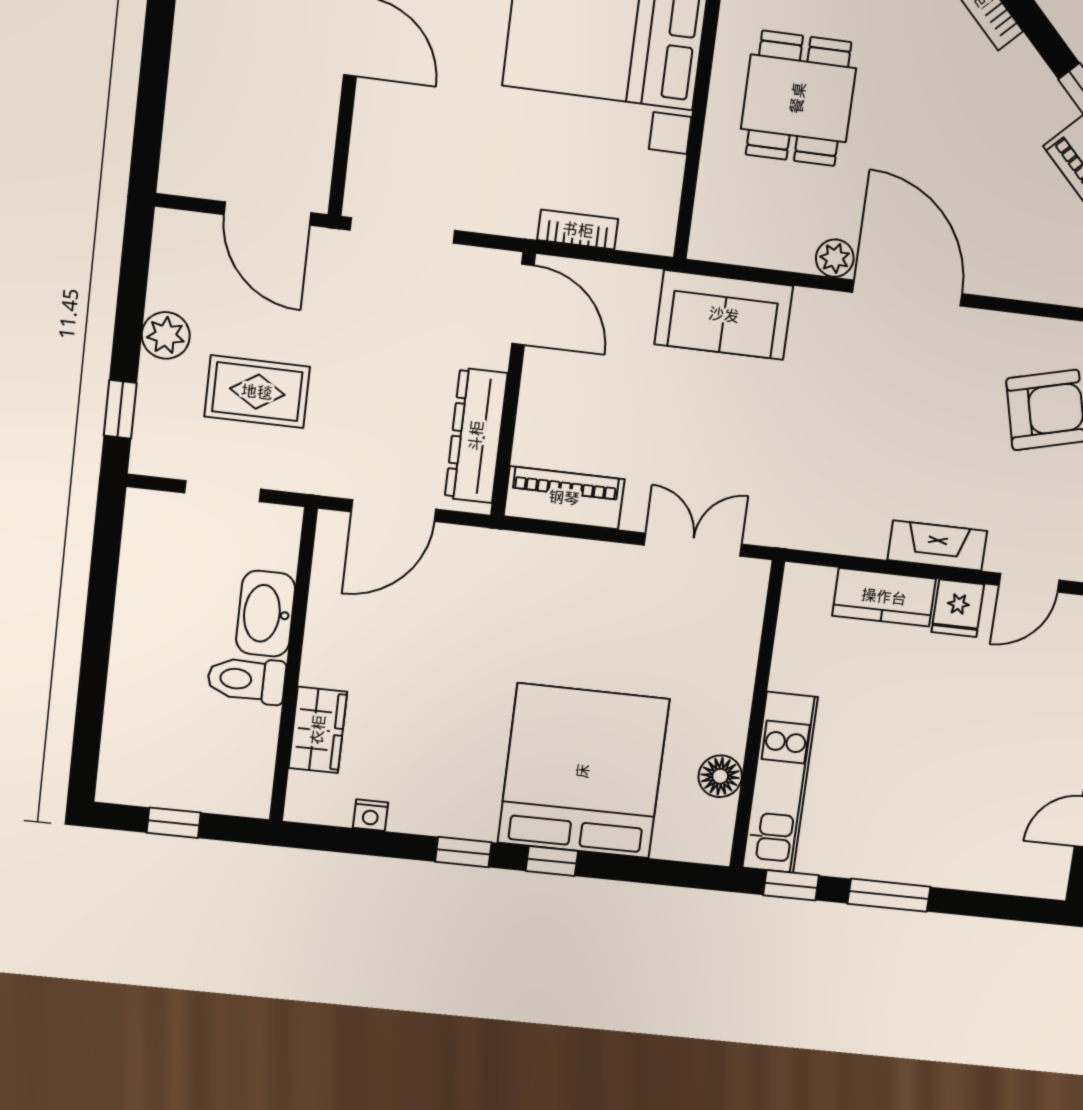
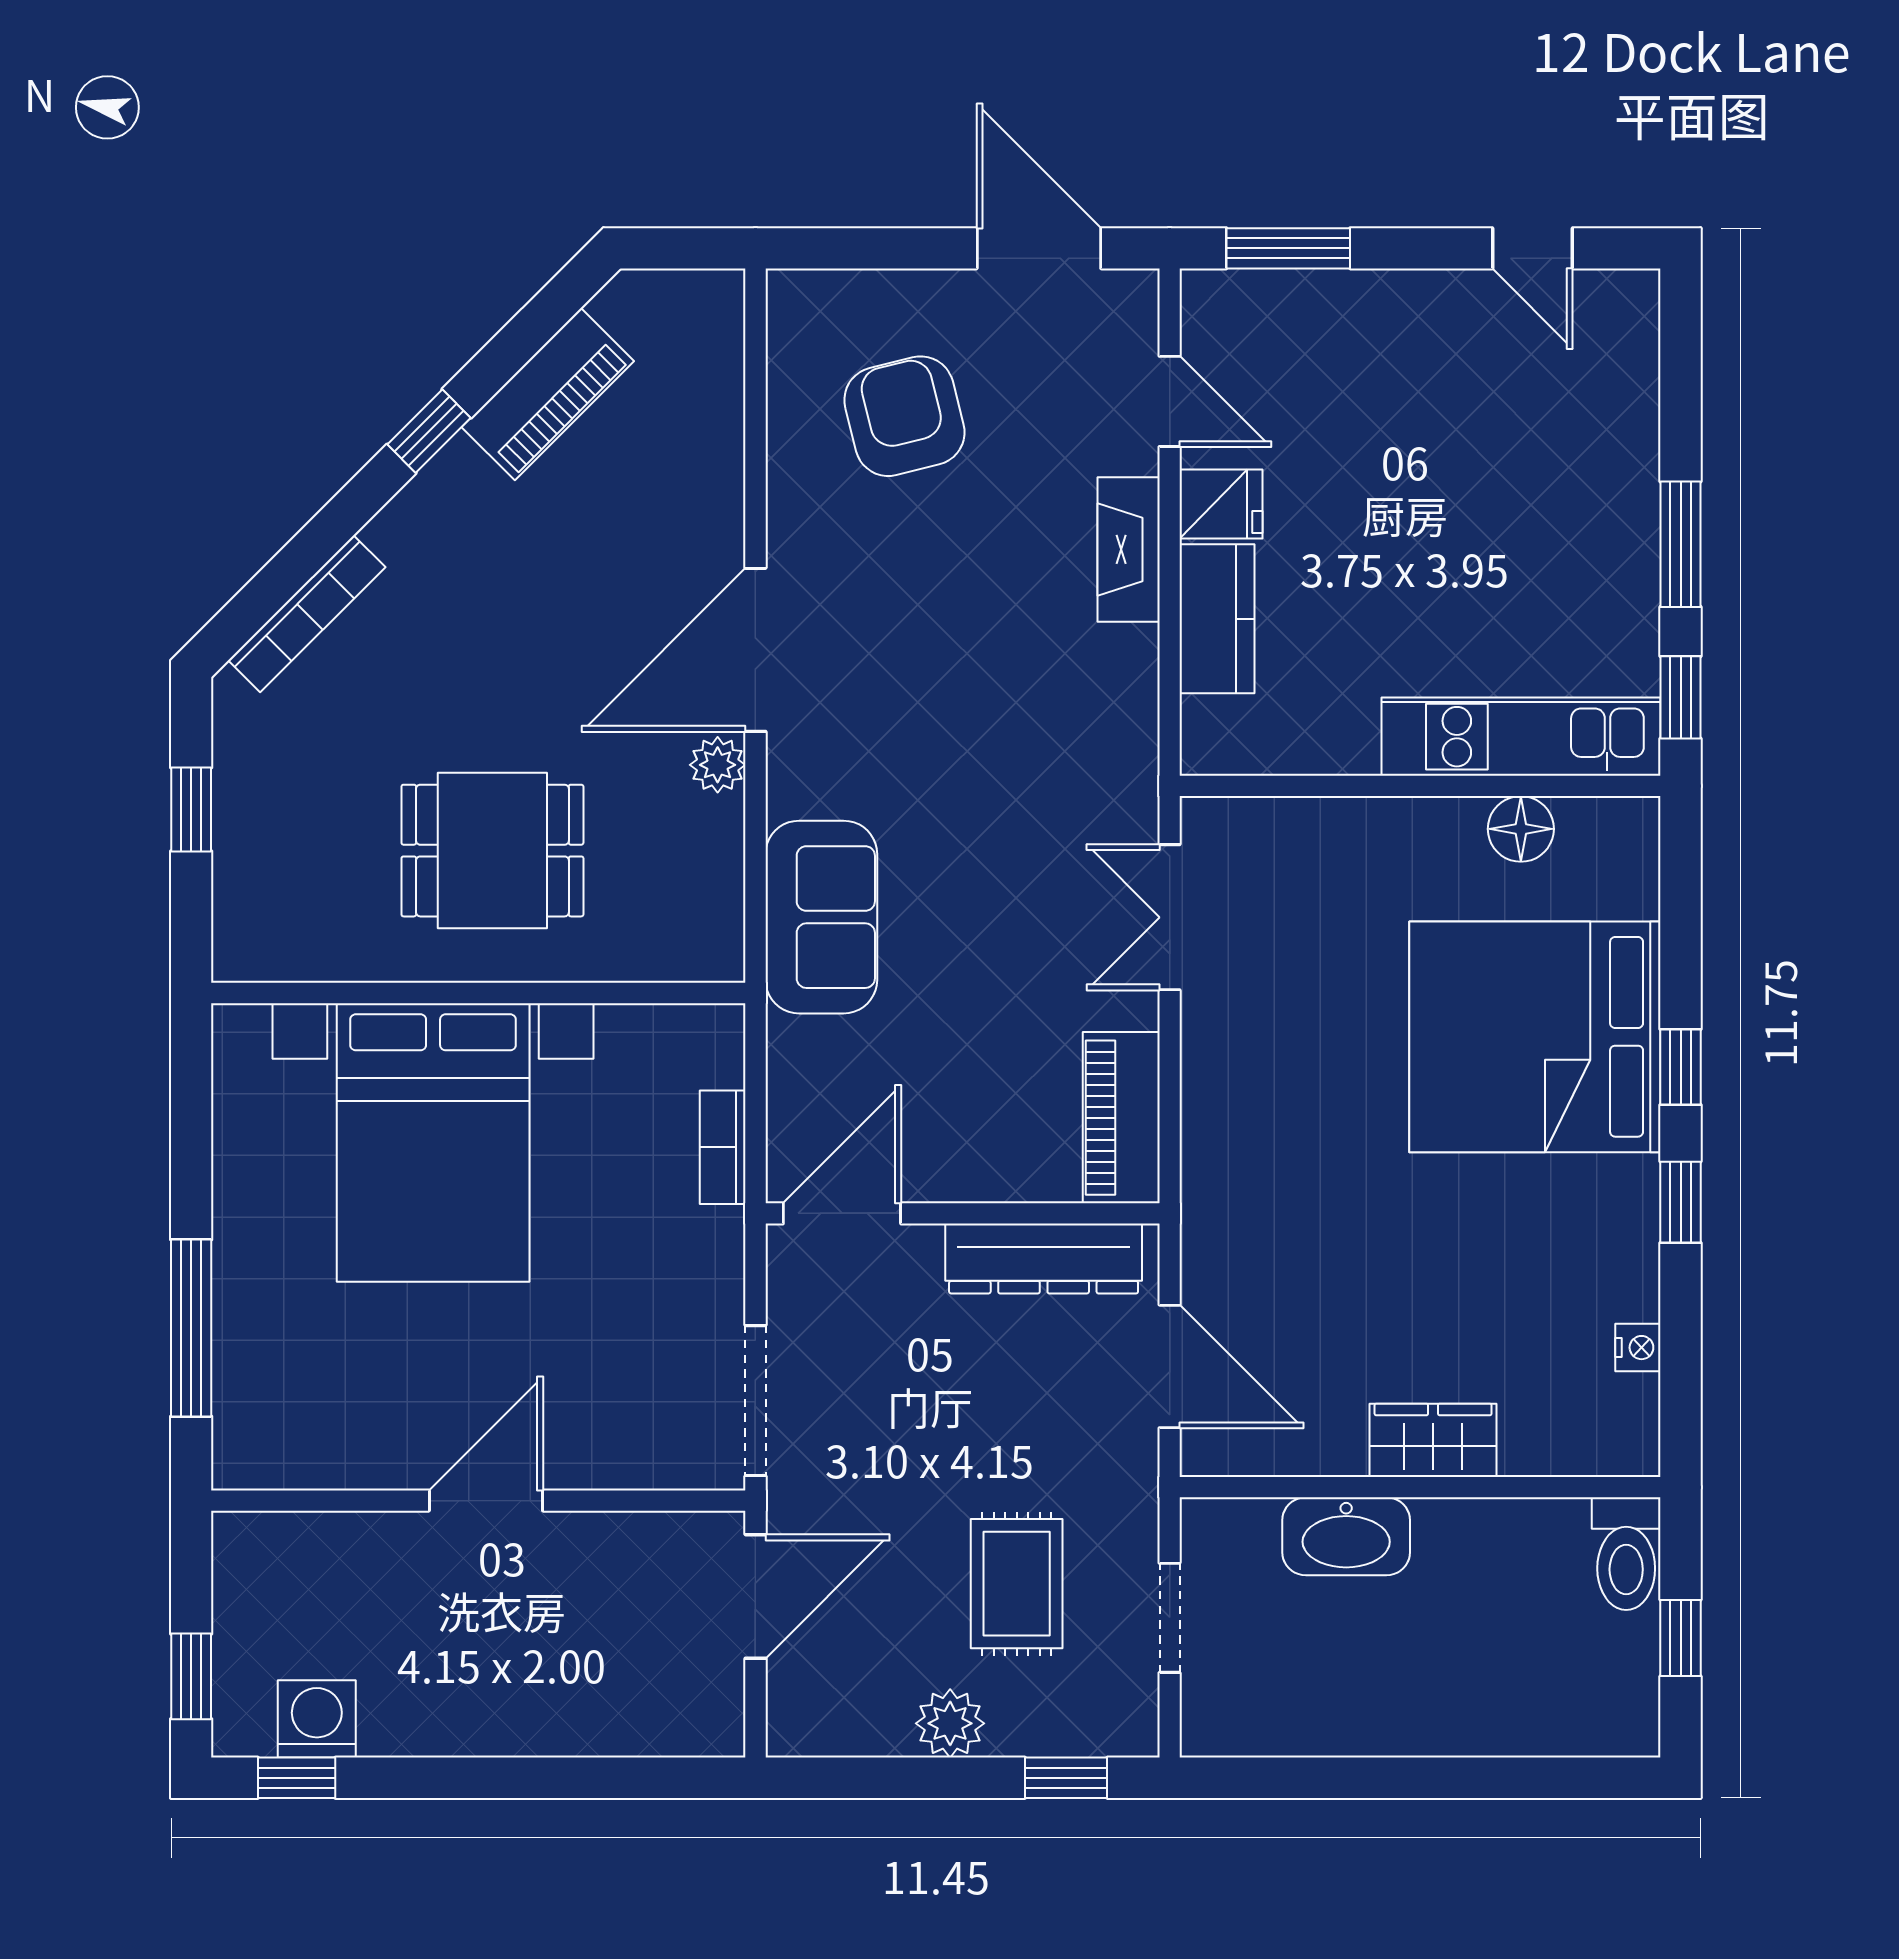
toilet: (246, 680) -> (1626, 1554), moved
wardrobe: (318, 730) -> (1433, 1440), moved

